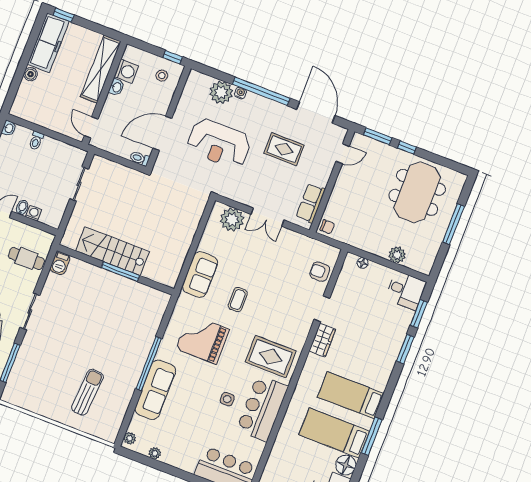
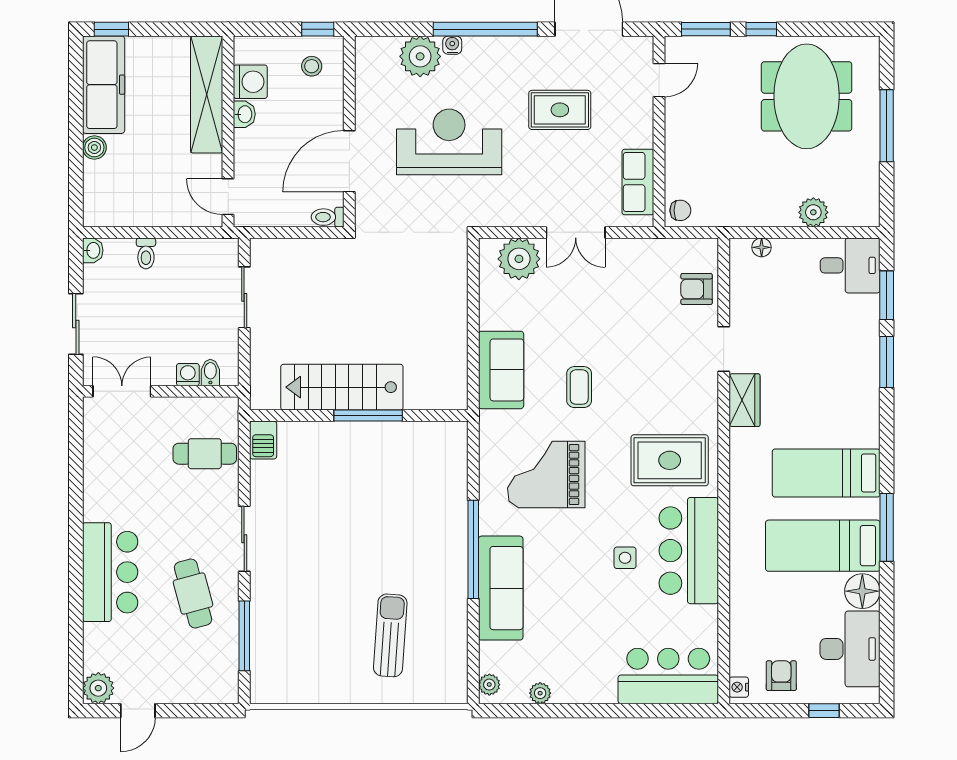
reception desk: (219, 144) -> (449, 142), turned 180
bidet: (22, 208) -> (210, 373), moved

